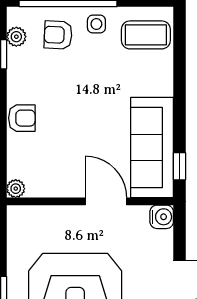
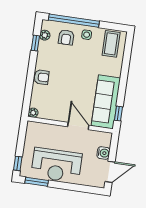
armchair: (58, 35) -> (66, 37), turned -93
coffee table: (146, 35) -> (111, 44), turned 90
water cooler: (162, 217) -> (103, 153), moved

